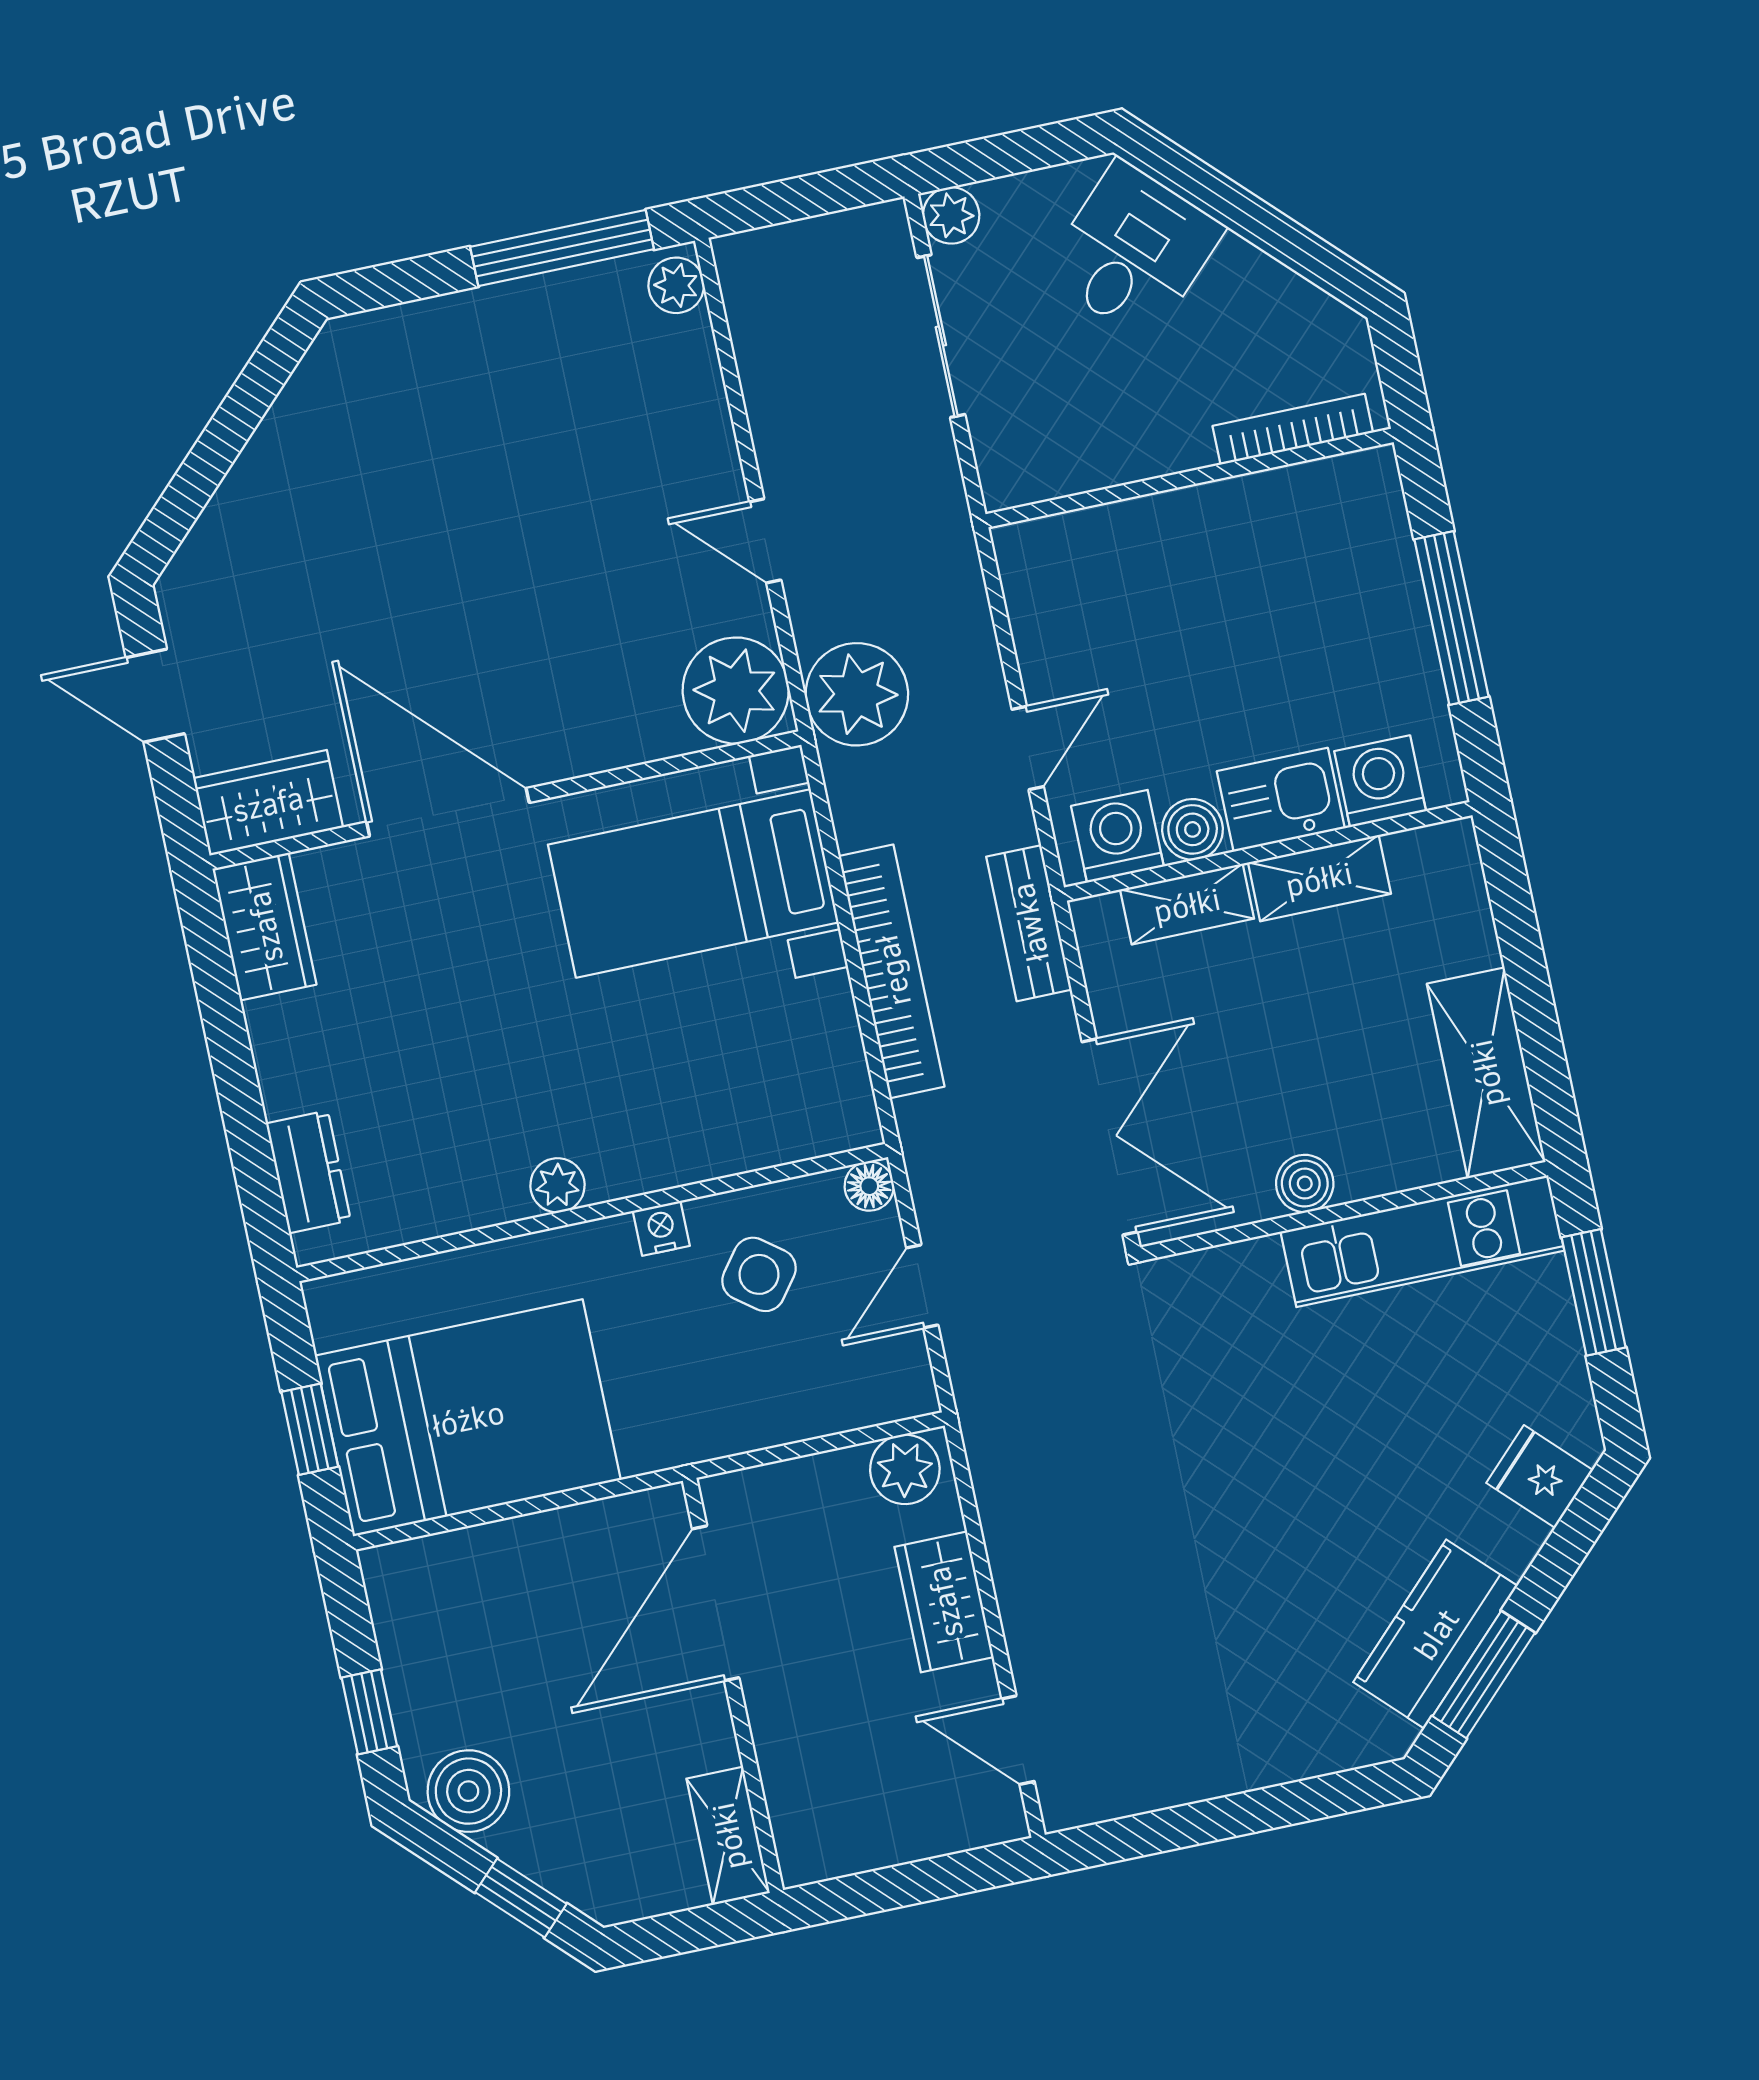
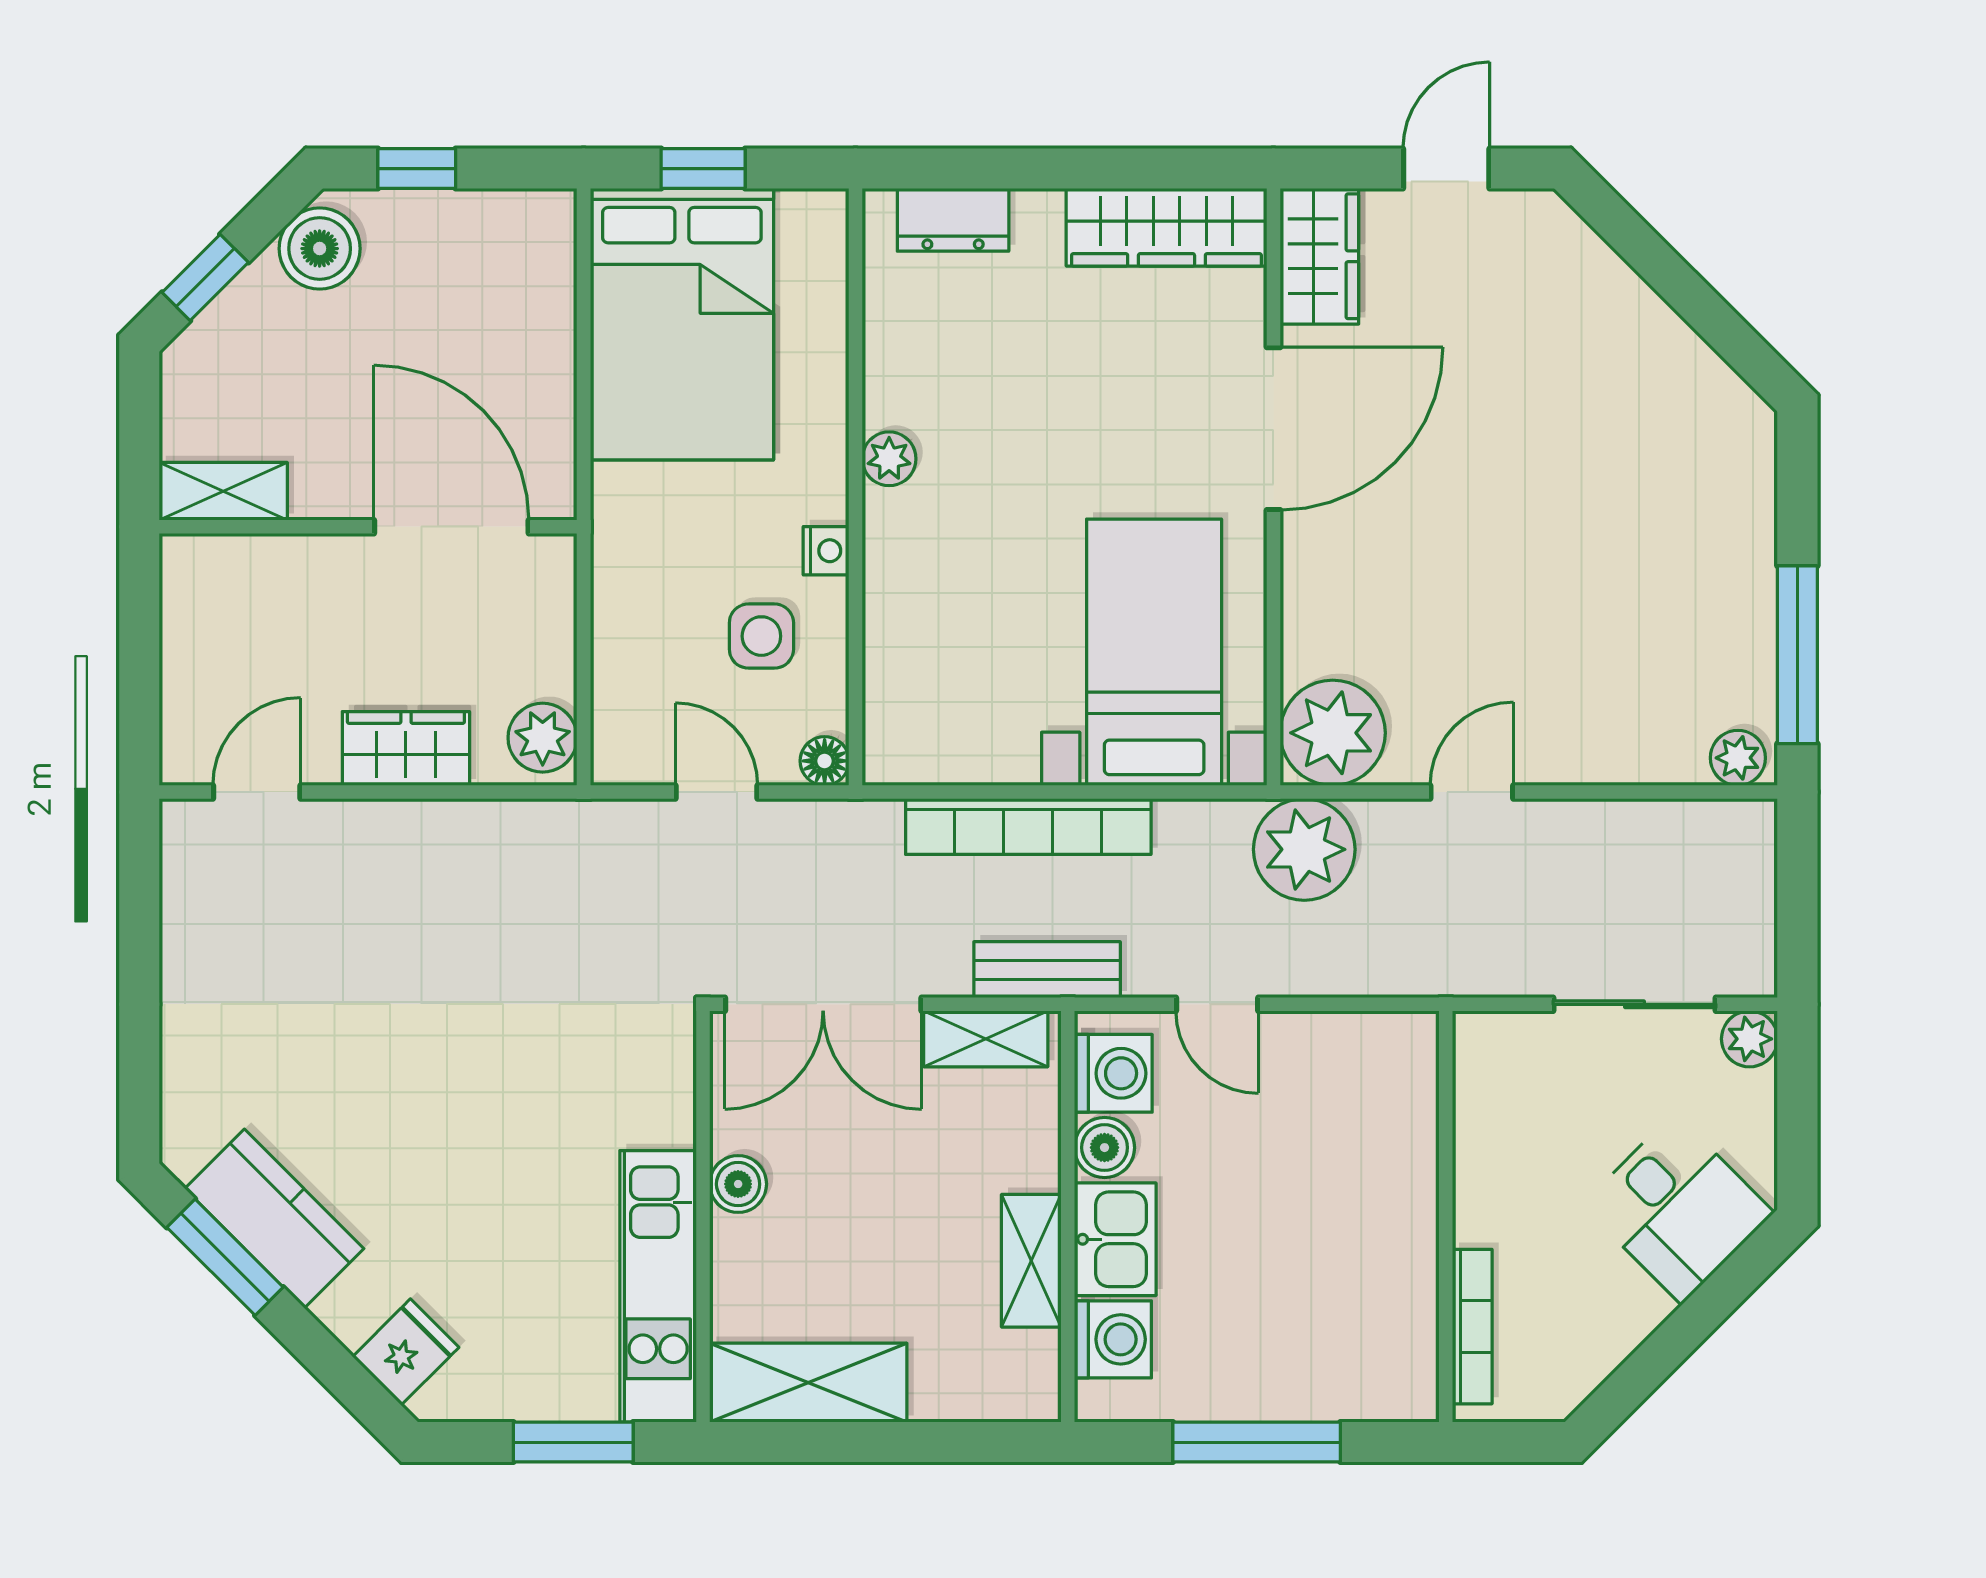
shelving: (1187, 904) -> (986, 1039), moved, turned 90
wardrobe: (264, 927) -> (1166, 227), width x1.50
side table: (759, 1274) -> (761, 636), turned -37

